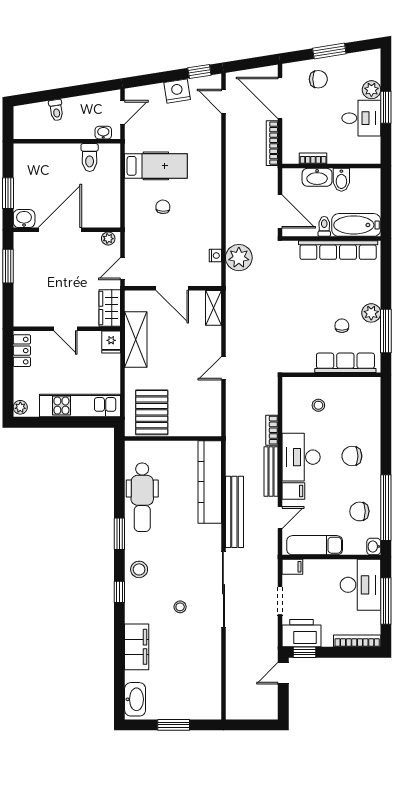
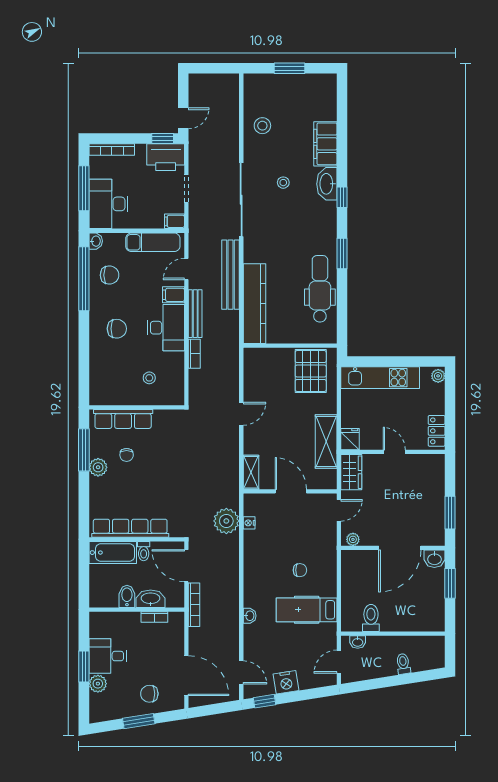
bookcase: (272, 143) -> (194, 605), moved
washbasin: (215, 160) -> (250, 616), added
chair: (163, 207) -> (300, 570), turned -93
stool: (139, 569) -> (262, 126), moved
washbasin: (135, 699) -> (327, 184), moved

